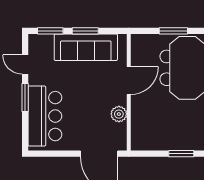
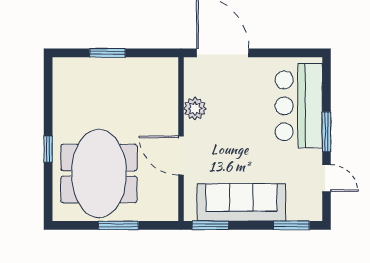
window: (85, 31) -> (211, 225), moved
door: (129, 81) -> (181, 156), hinge flipped

